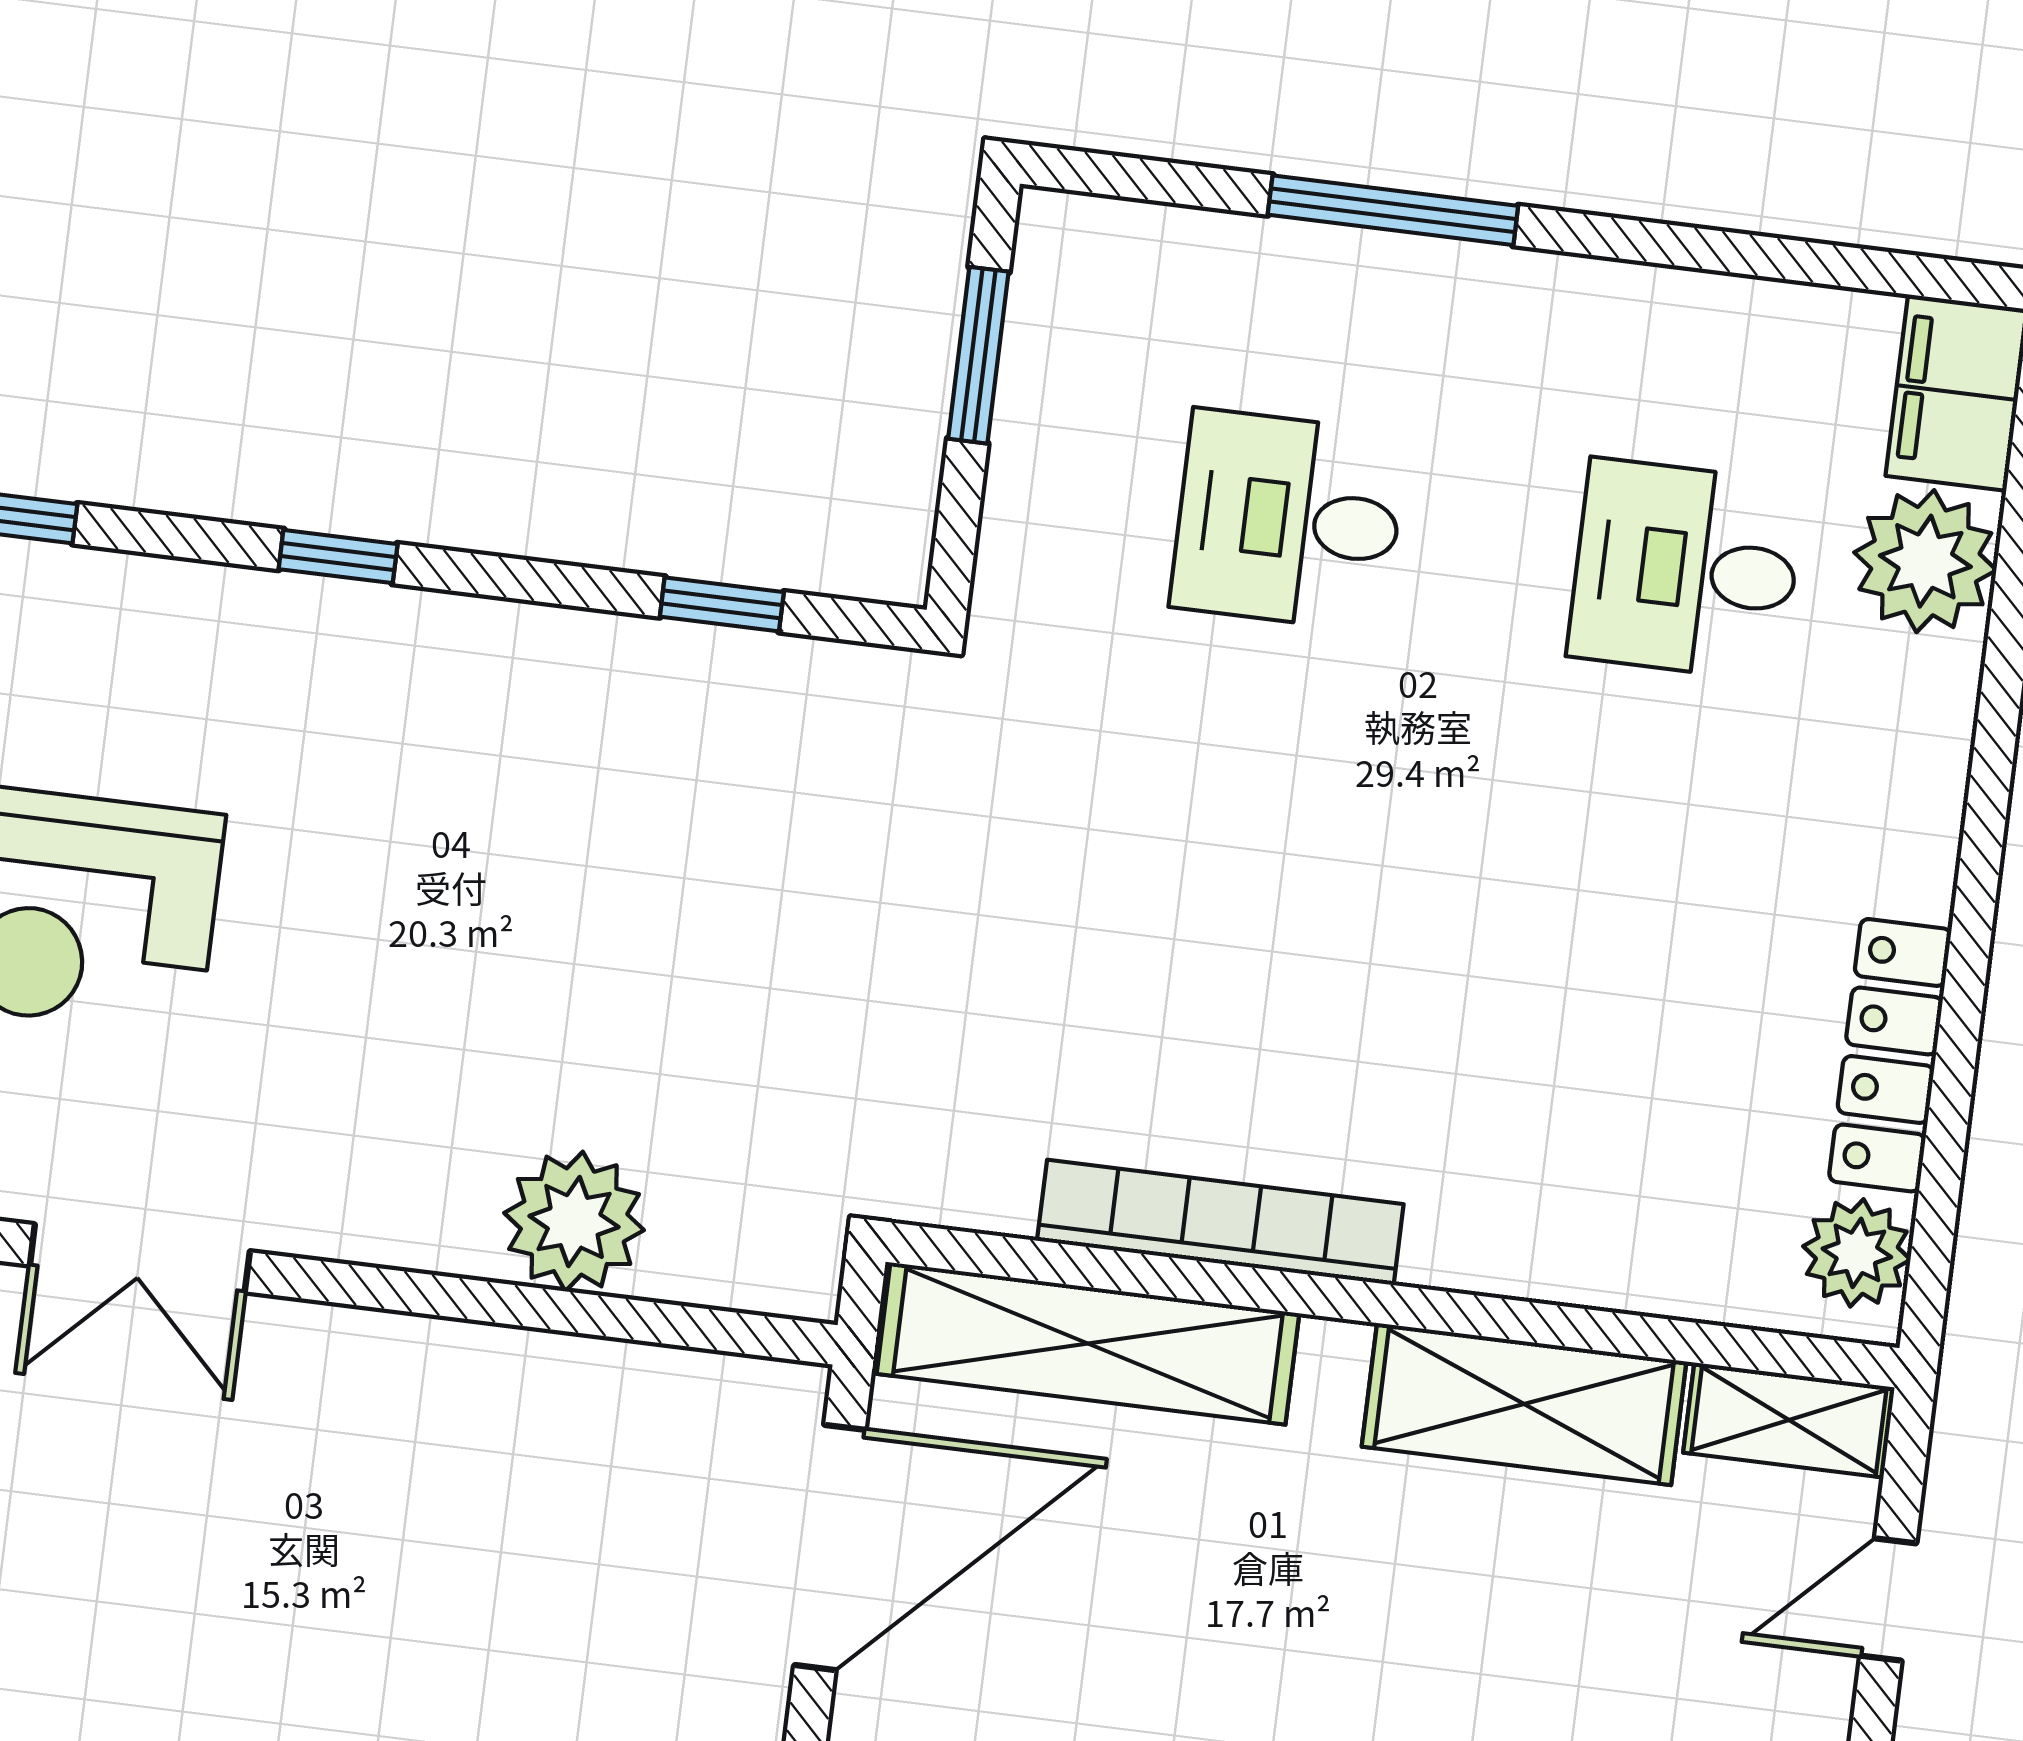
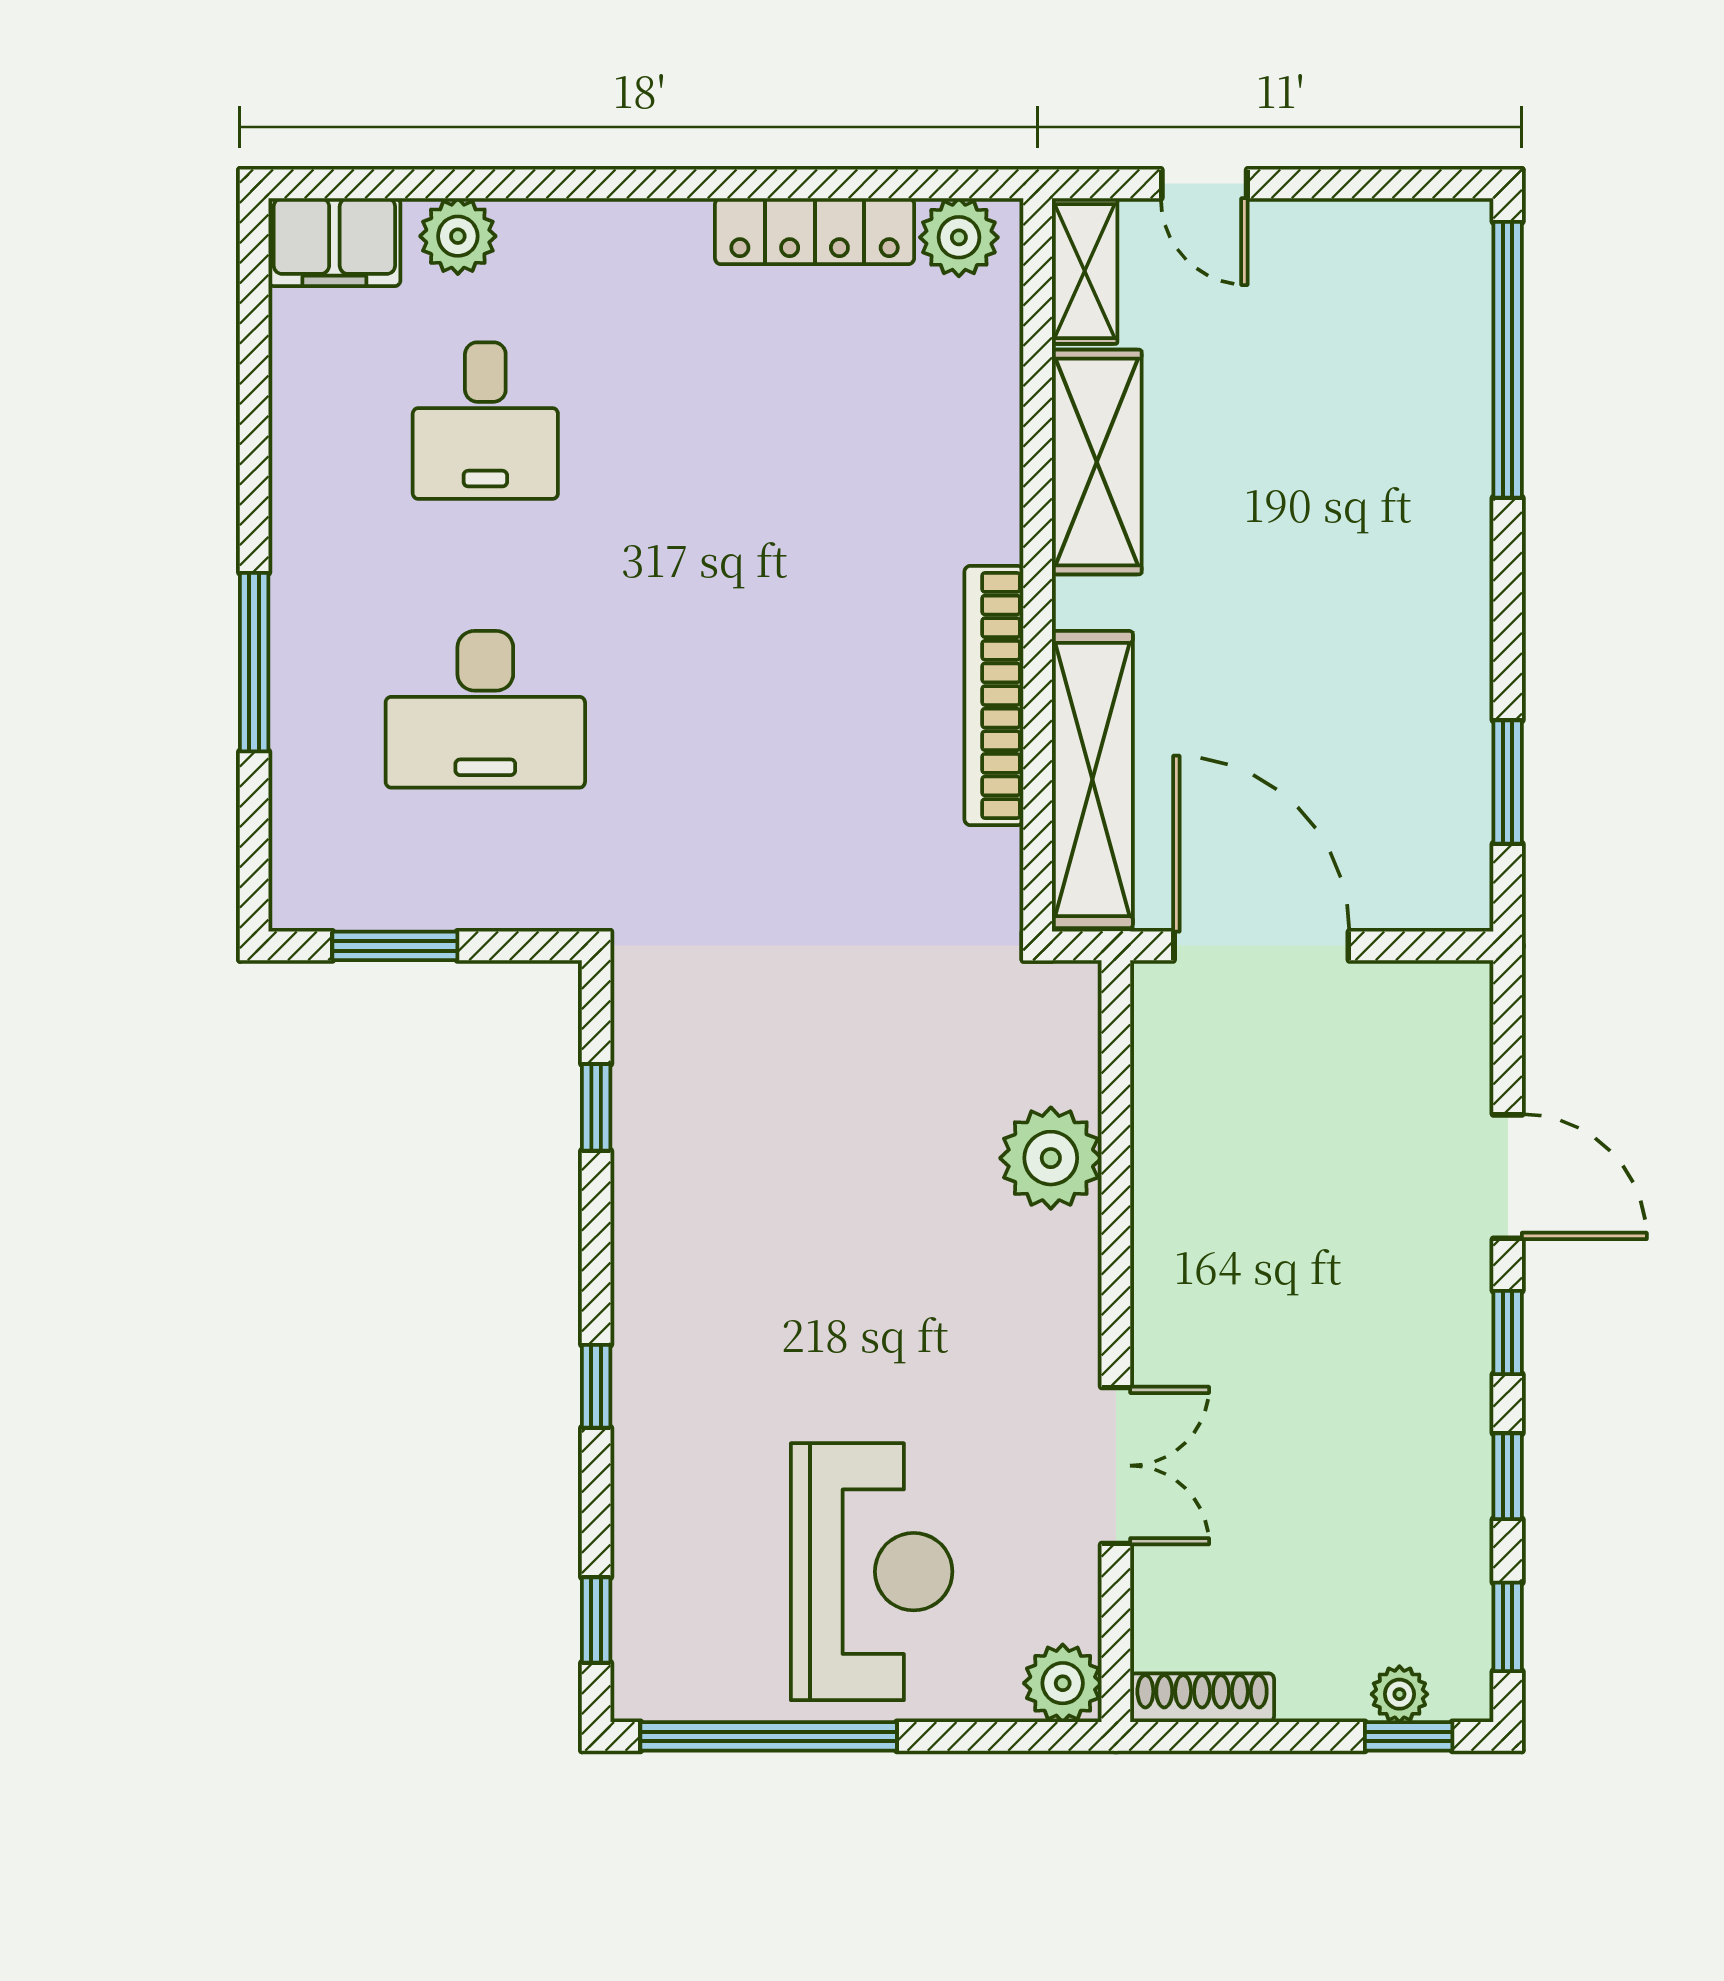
desk: (1289, 520) -> (485, 709), width x1.37
plant: (1925, 561) -> (458, 236), width x0.73, depth x0.73

